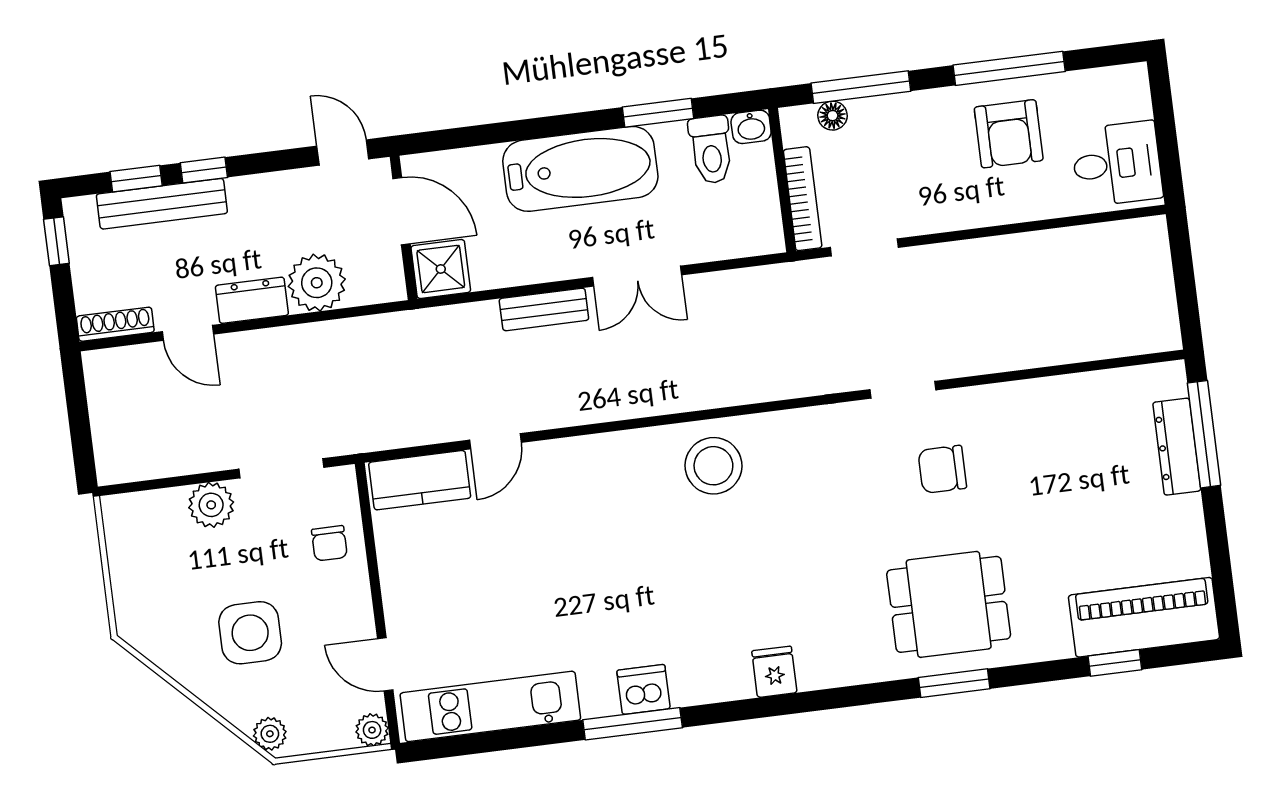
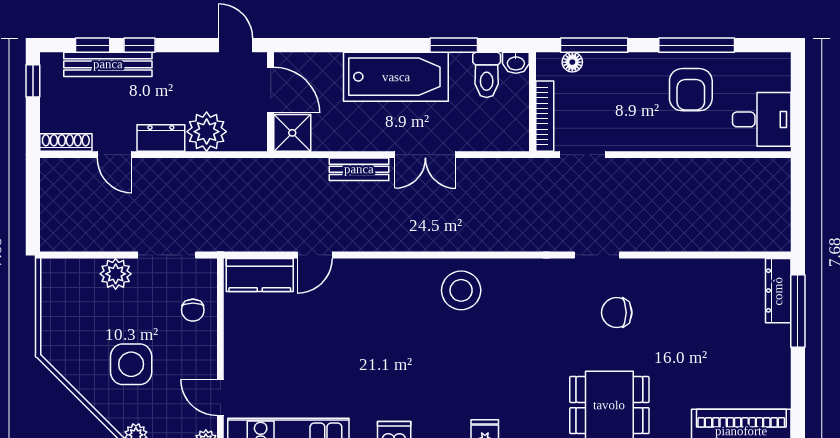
dresser: (1177, 447) -> (778, 291), moved

